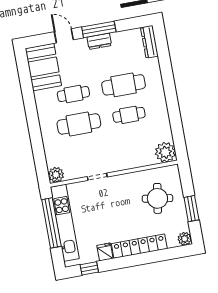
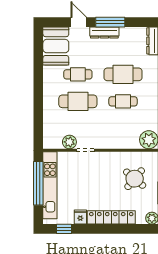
dresser: (99, 41) -> (104, 33), width x1.44
plant: (56, 175) -> (69, 142), moved
round table: (157, 198) -> (135, 179), turned 31

